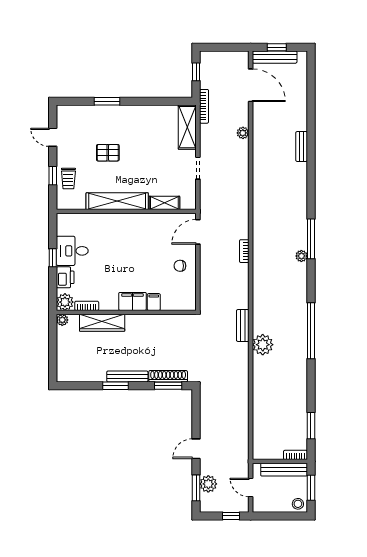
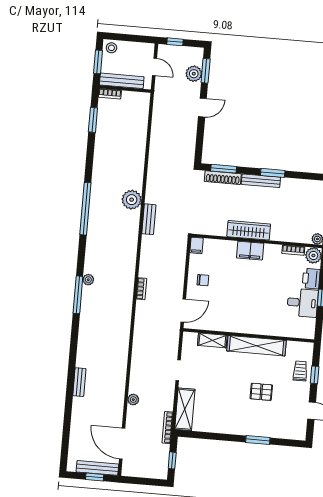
filing cabinet: (154, 302) -> (196, 245), moved
wardrobe: (102, 323) -> (249, 230), moved

